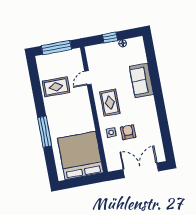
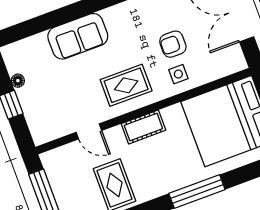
cot: (85, 108) -> (143, 127), added

